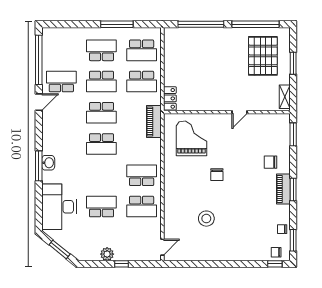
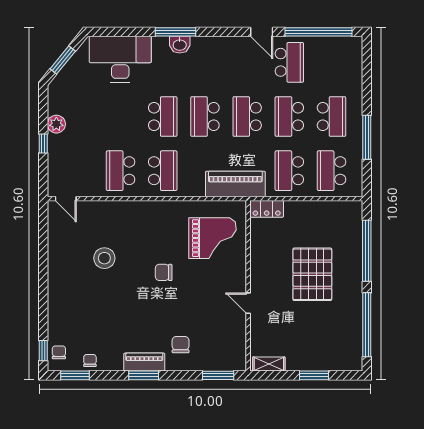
pallet: (263, 56) -> (312, 274), moved, turned 90
piano: (154, 122) -> (235, 184), width x1.37, depth x1.33
school desk: (101, 207) -> (163, 116), moved

